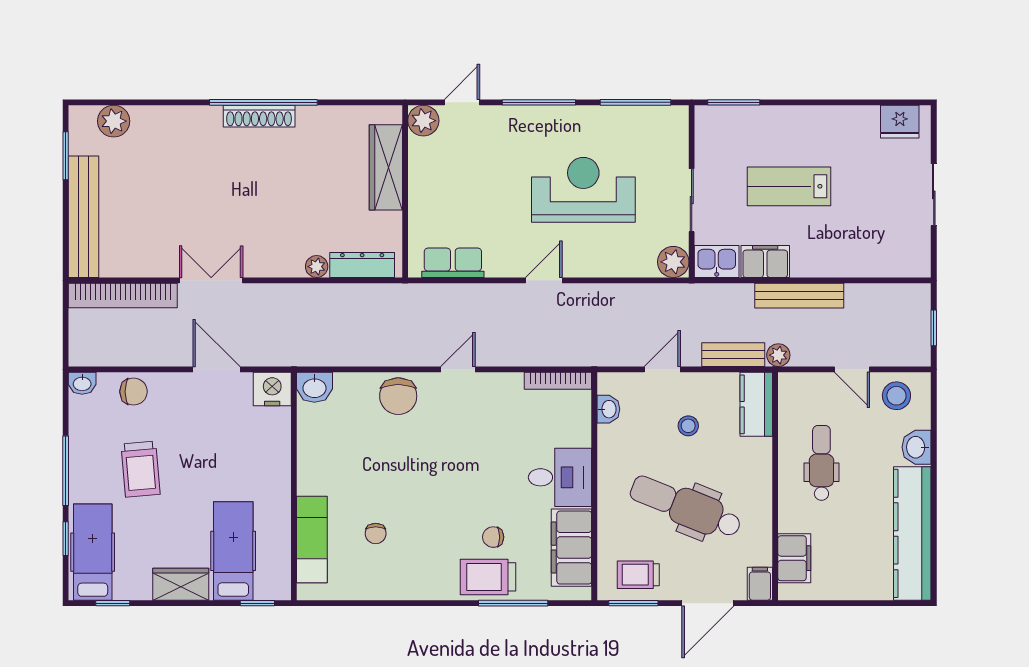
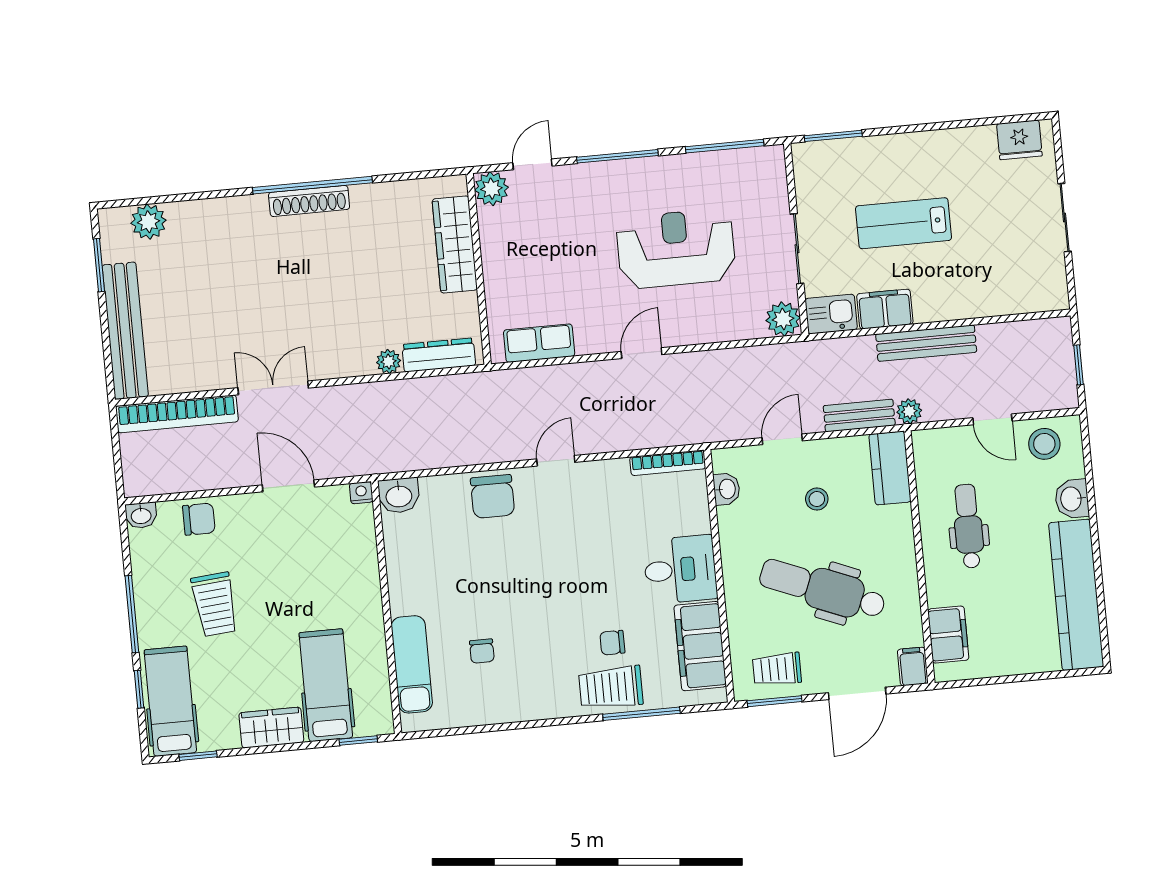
nightstand: (272, 389) -> (361, 493), width x0.53, depth x0.56

